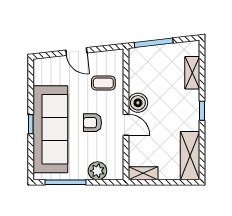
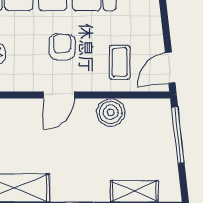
door: (76, 52) -> (170, 68), moved
boiler: (138, 103) -> (111, 112), moved

